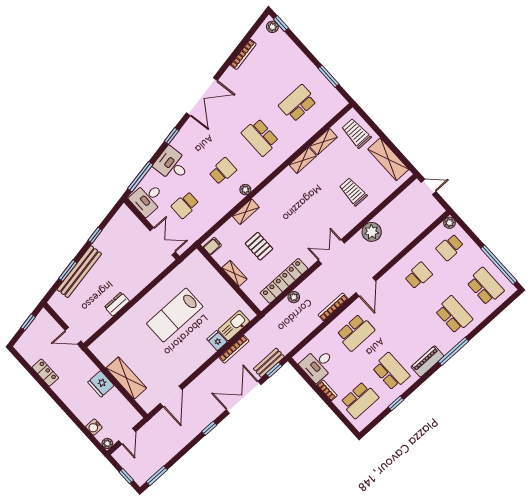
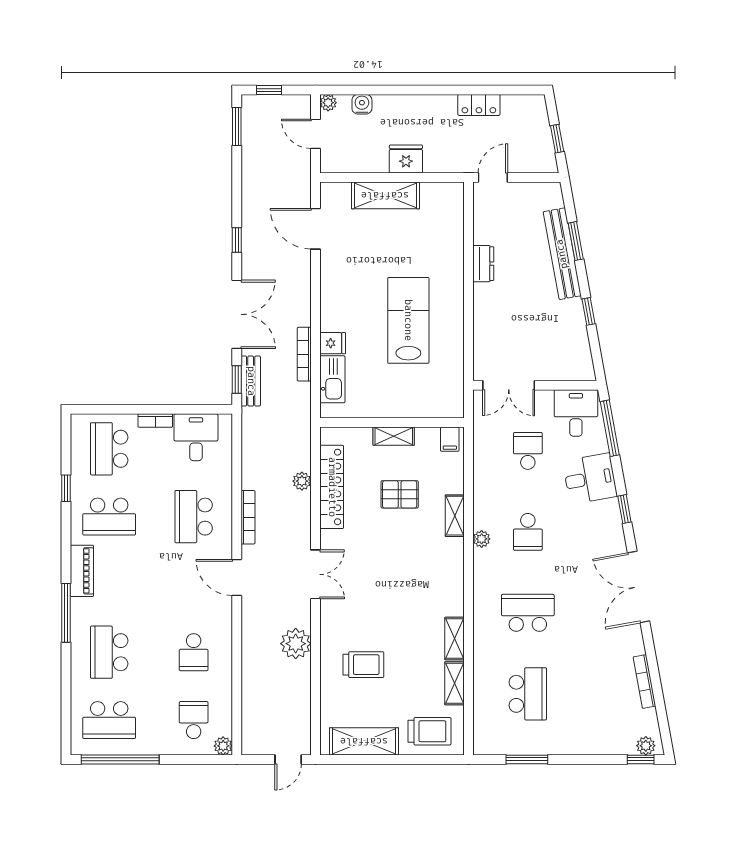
school desk: (454, 315) -> (109, 652), turned 90

